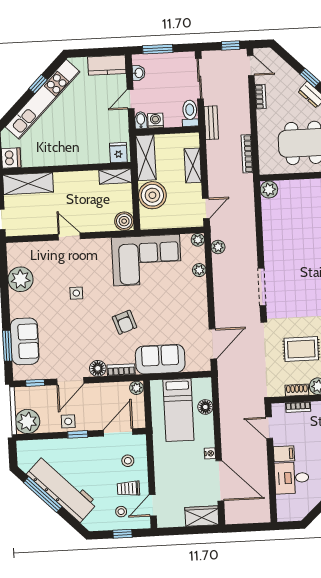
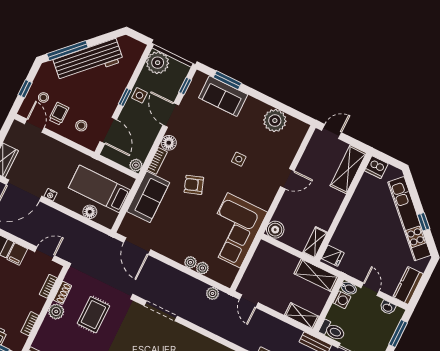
shelving: (193, 166) -> (302, 316), moved
boiler: (152, 195) -> (283, 264), removed
plant: (198, 240) -> (190, 262), moved
window: (43, 495) -> (67, 51), moved

